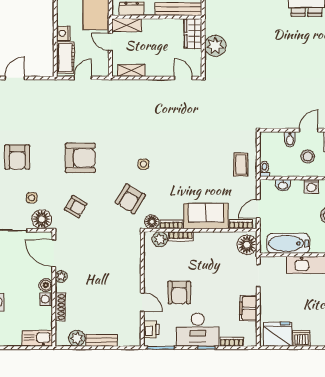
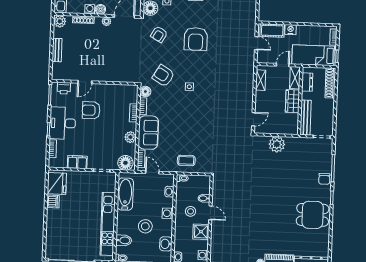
wardrobe: (193, 34) -> (292, 101), moved, turned -90
plant: (160, 239) -> (130, 137), moved
plant: (77, 338) -> (60, 21), moved

